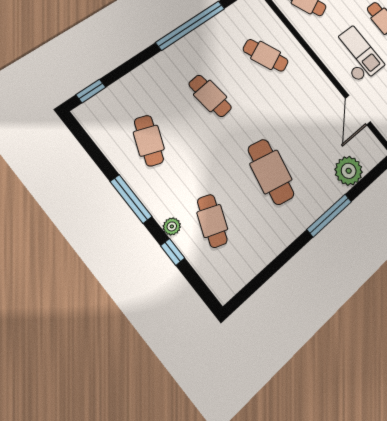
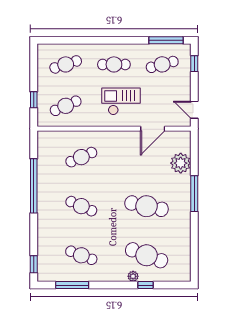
cafe table: (210, 96) -> (81, 206), turned 30
door: (358, 110) -> (153, 129), hinge flipped
window: (131, 199) -> (72, 285), moved
cafe table: (212, 221) -> (147, 255), width x1.37, depth x1.35

